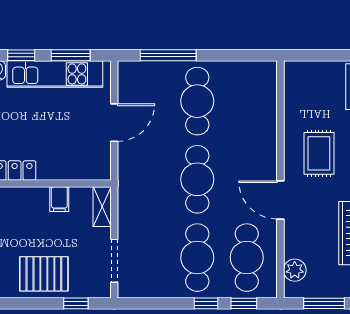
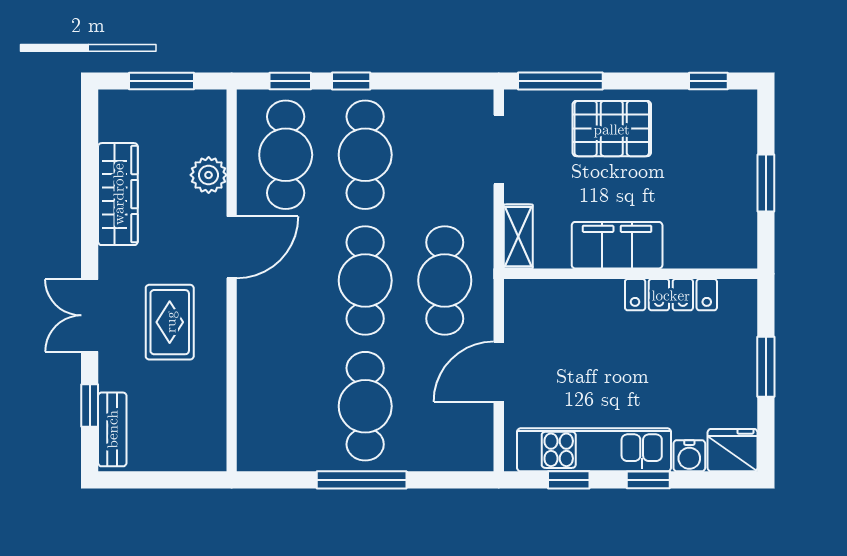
window: (71, 55) -> (569, 480), width x0.67
window: (168, 55) -> (362, 480), moved
cafe table: (148, 179) -> (445, 280), added
filing cabinet: (59, 199) -> (617, 245), width x3.00, depth x1.17
door: (280, 200) -> (232, 247), hinge flipped
plant: (295, 270) -> (209, 175), moved
window: (76, 303) -> (560, 81), width x2.17

